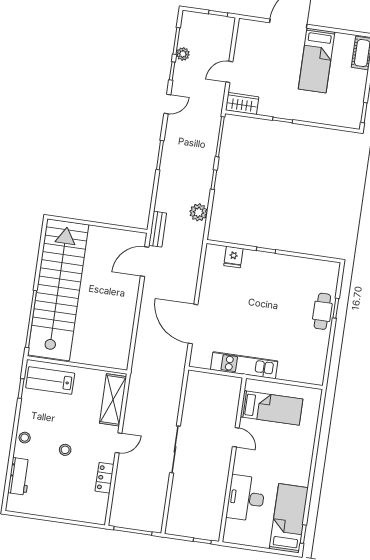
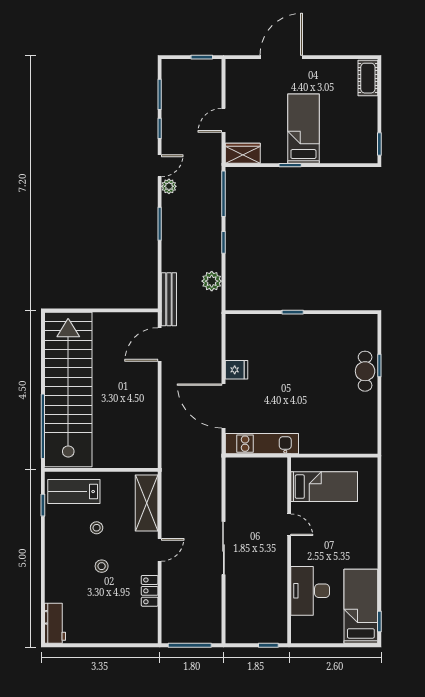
plant: (183, 54) -> (169, 186), moved
bed: (317, 60) -> (303, 129), moved, turned 180
bench: (158, 229) -> (169, 299), width x1.36
fridge: (233, 257) -> (236, 370), moved, turned -90
kitchen unit: (244, 365) -> (262, 444), moved
stool: (25, 438) -> (97, 528), moved
workbench: (19, 476) -> (55, 623), moved

